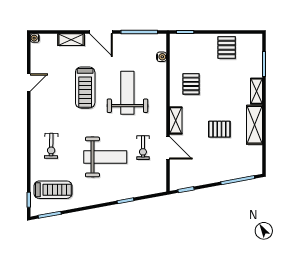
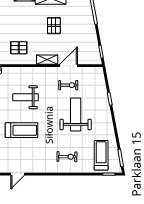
door: (29, 83) -> (18, 174), swing flipped
weight bench: (127, 93) -> (26, 97), width x0.73, depth x0.75

